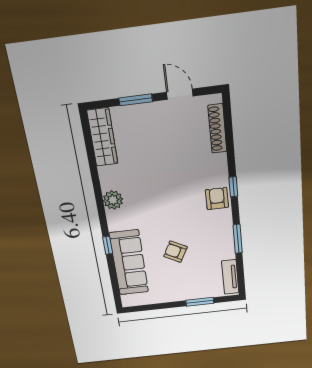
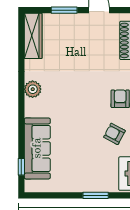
window: (108, 245) -> (21, 167), moved
armchair: (175, 252) -> (114, 134), moved

